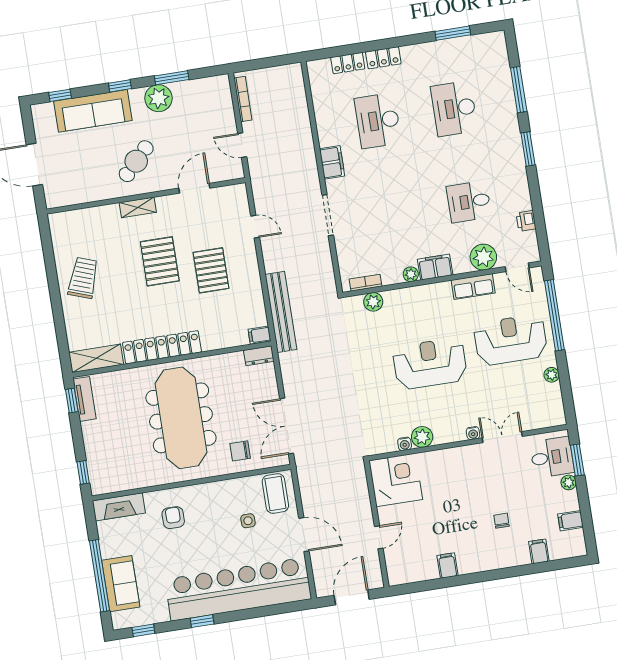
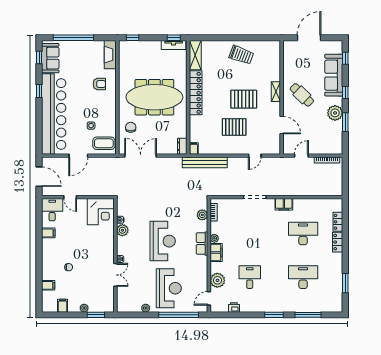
row of seats: (473, 287) -> (202, 244), moved
desk: (552, 457) -> (52, 210), moved, turned 180
sofa: (121, 584) -> (50, 58), moved, turned -90

